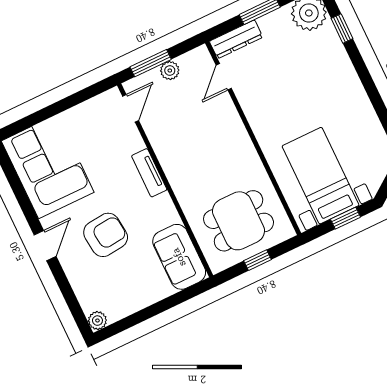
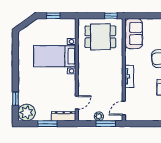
bed with nightstands: (321, 176) -> (55, 56), moved, turned 90
window: (258, 260) -> (111, 16), moved

